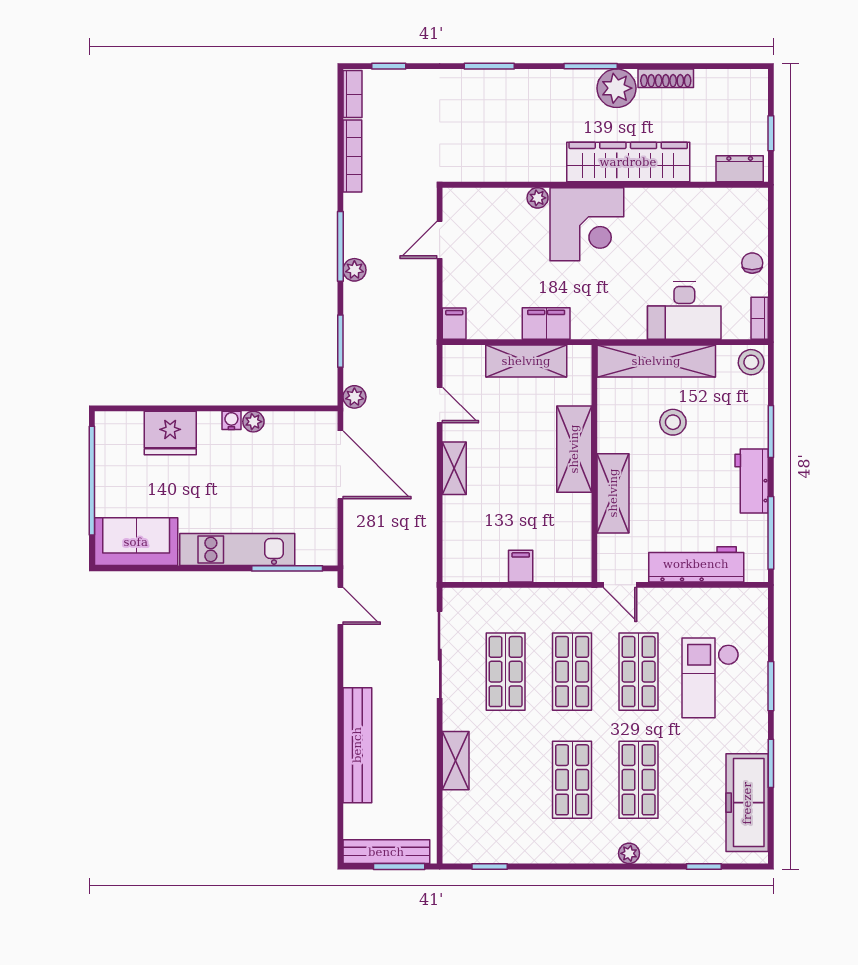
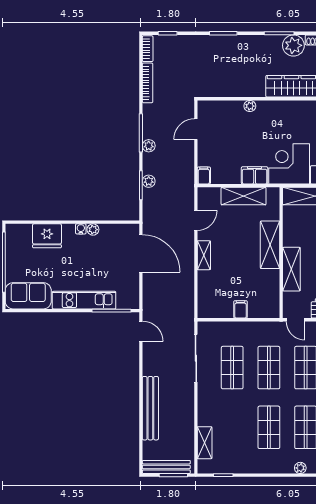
corner desk: (587, 224) -> (289, 164), moved, turned 180
plant: (354, 397) -> (149, 181), moved
door: (440, 405) -> (196, 220), hinge flipped
shelving: (456, 761) -> (205, 443), moved

